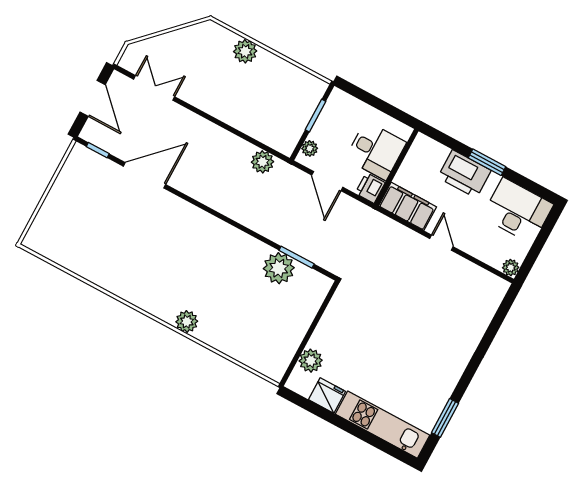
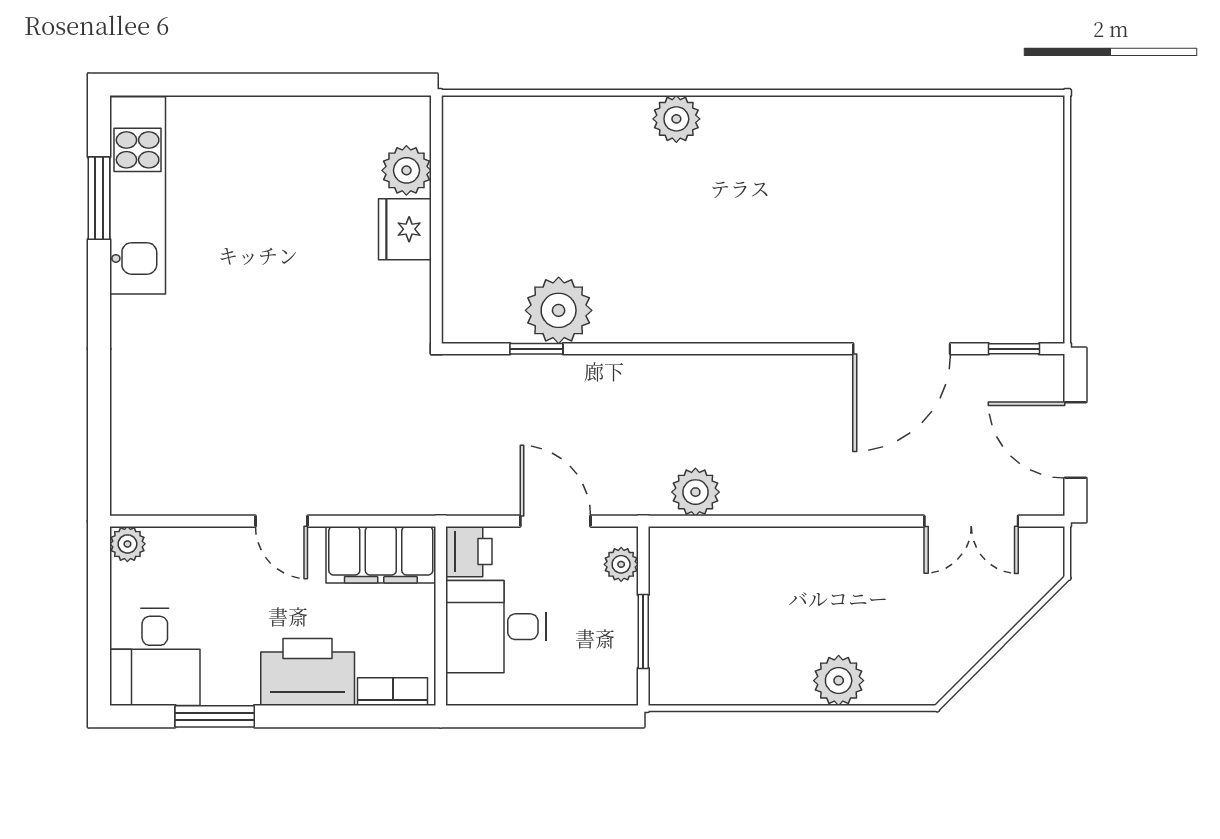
bookcase: (433, 147) -> (393, 692), added
window: (487, 162) -> (215, 716), moved
desk: (518, 211) -> (155, 657), width x0.73
window: (297, 257) -> (536, 349), width x0.67
fridge: (327, 395) -> (405, 229), moved, turned 90
kitchen unit: (383, 425) -> (138, 195), moved, turned -90

